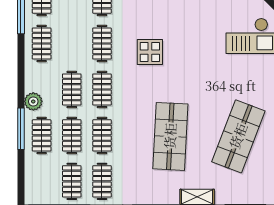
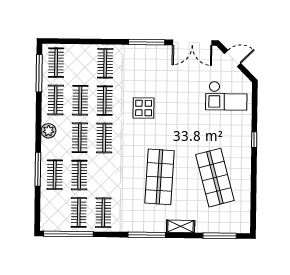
plant: (33, 101) -> (48, 131), moved
clothes rail: (102, 135) -> (80, 100), moved
shop shelf: (238, 136) -> (215, 178), turned -36

